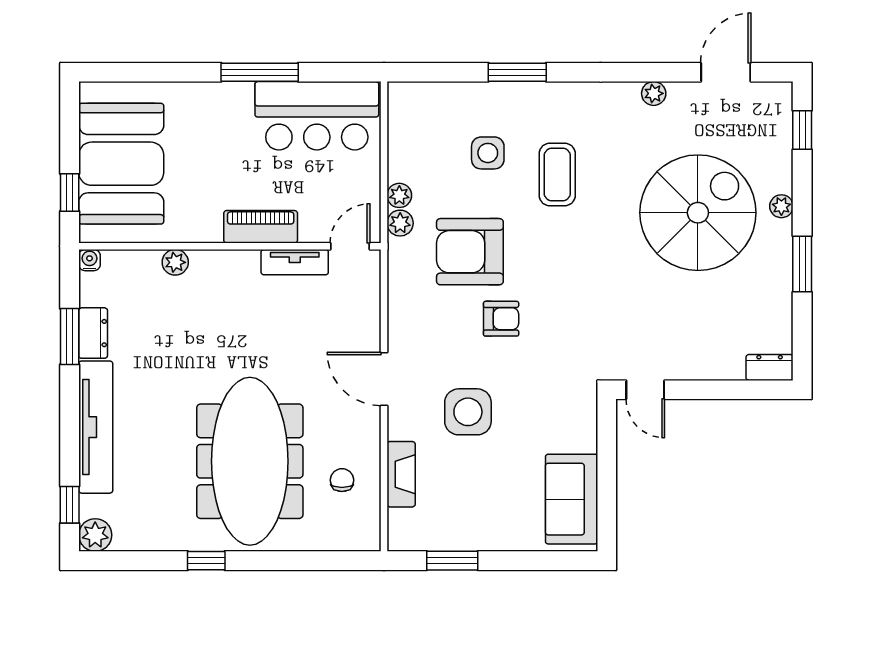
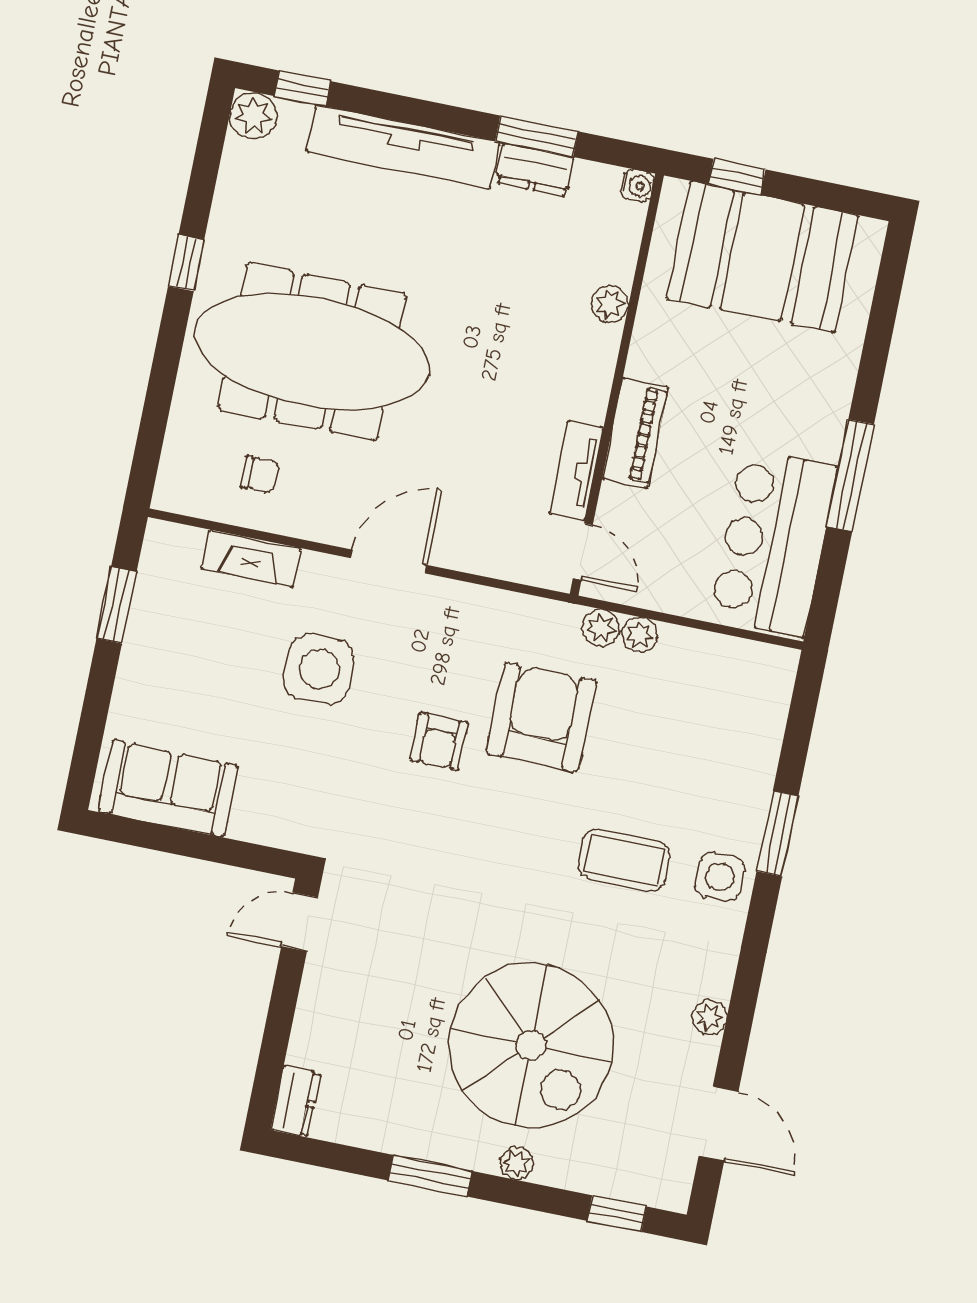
side table: (488, 153) -> (720, 877), moved

